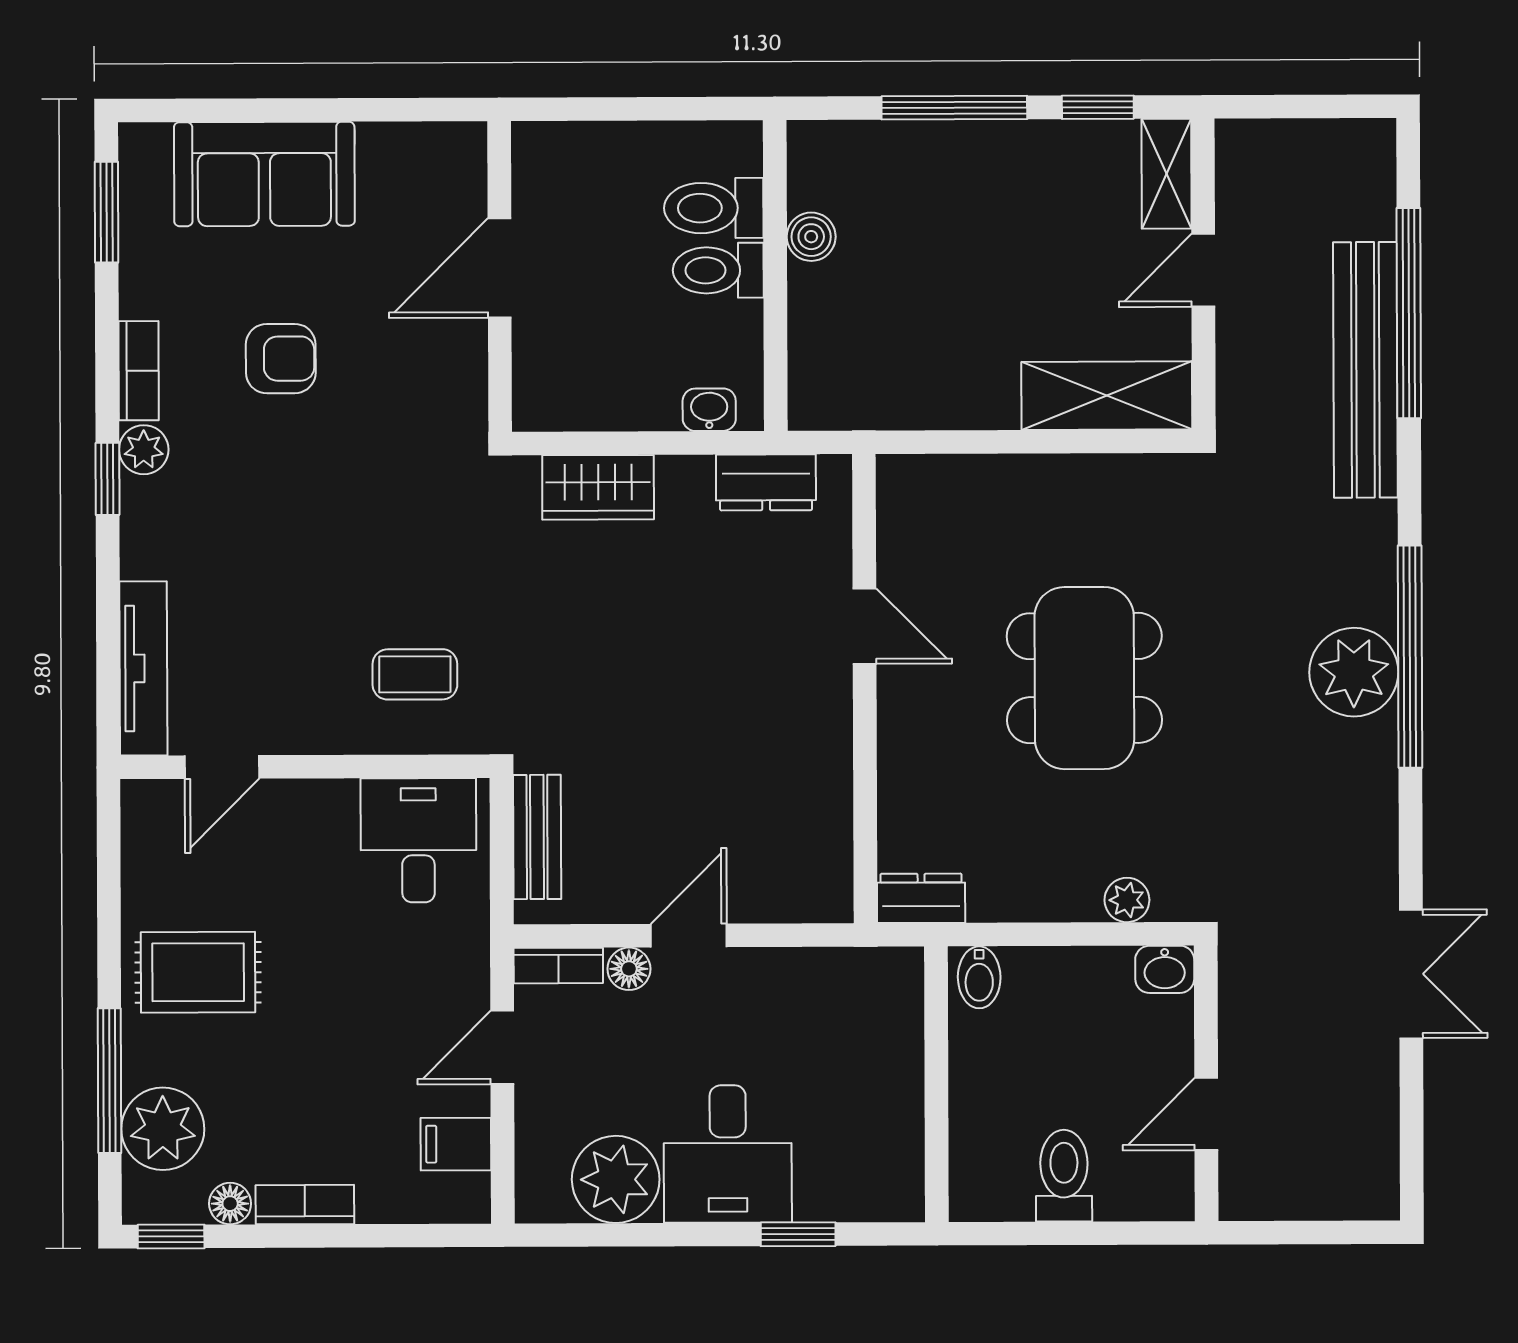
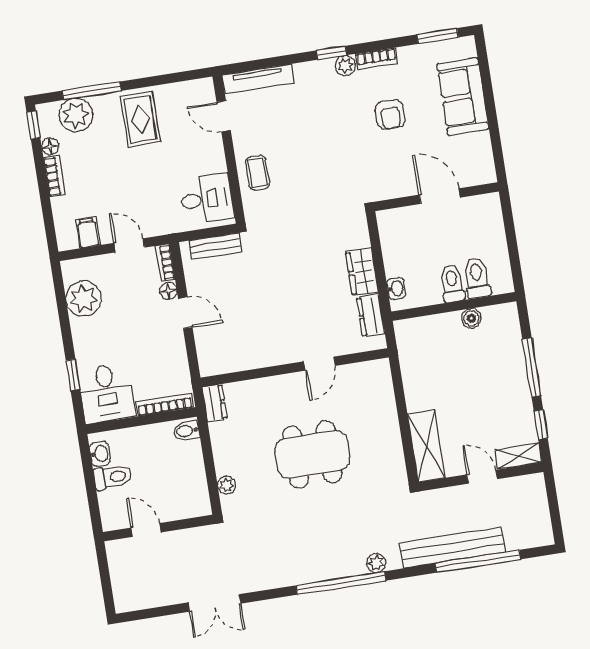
wardrobe: (598, 487) -> (362, 272), moved
plant: (1354, 672) -> (376, 563), moved, width x0.53, depth x0.53
coffee table: (415, 674) -> (257, 173), moved
washbasin: (1165, 969) -> (100, 454), moved, turned 180
bookcase: (907, 1021) -> (165, 405), added
desk: (728, 1154) -> (107, 393), moved, turned -90

